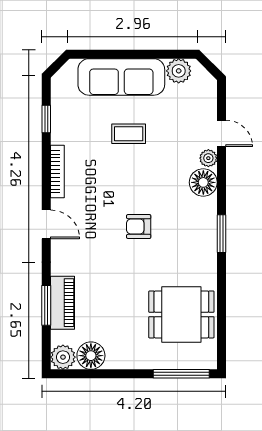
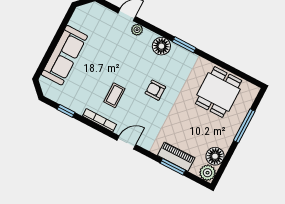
plant: (179, 71) -> (78, 21), removed
coffee table: (129, 134) -> (114, 95), moved
floor lamp: (203, 182) -> (161, 46), moved
armchair: (139, 227) -> (155, 90), turned 90
window: (181, 374) -> (244, 126), moved

